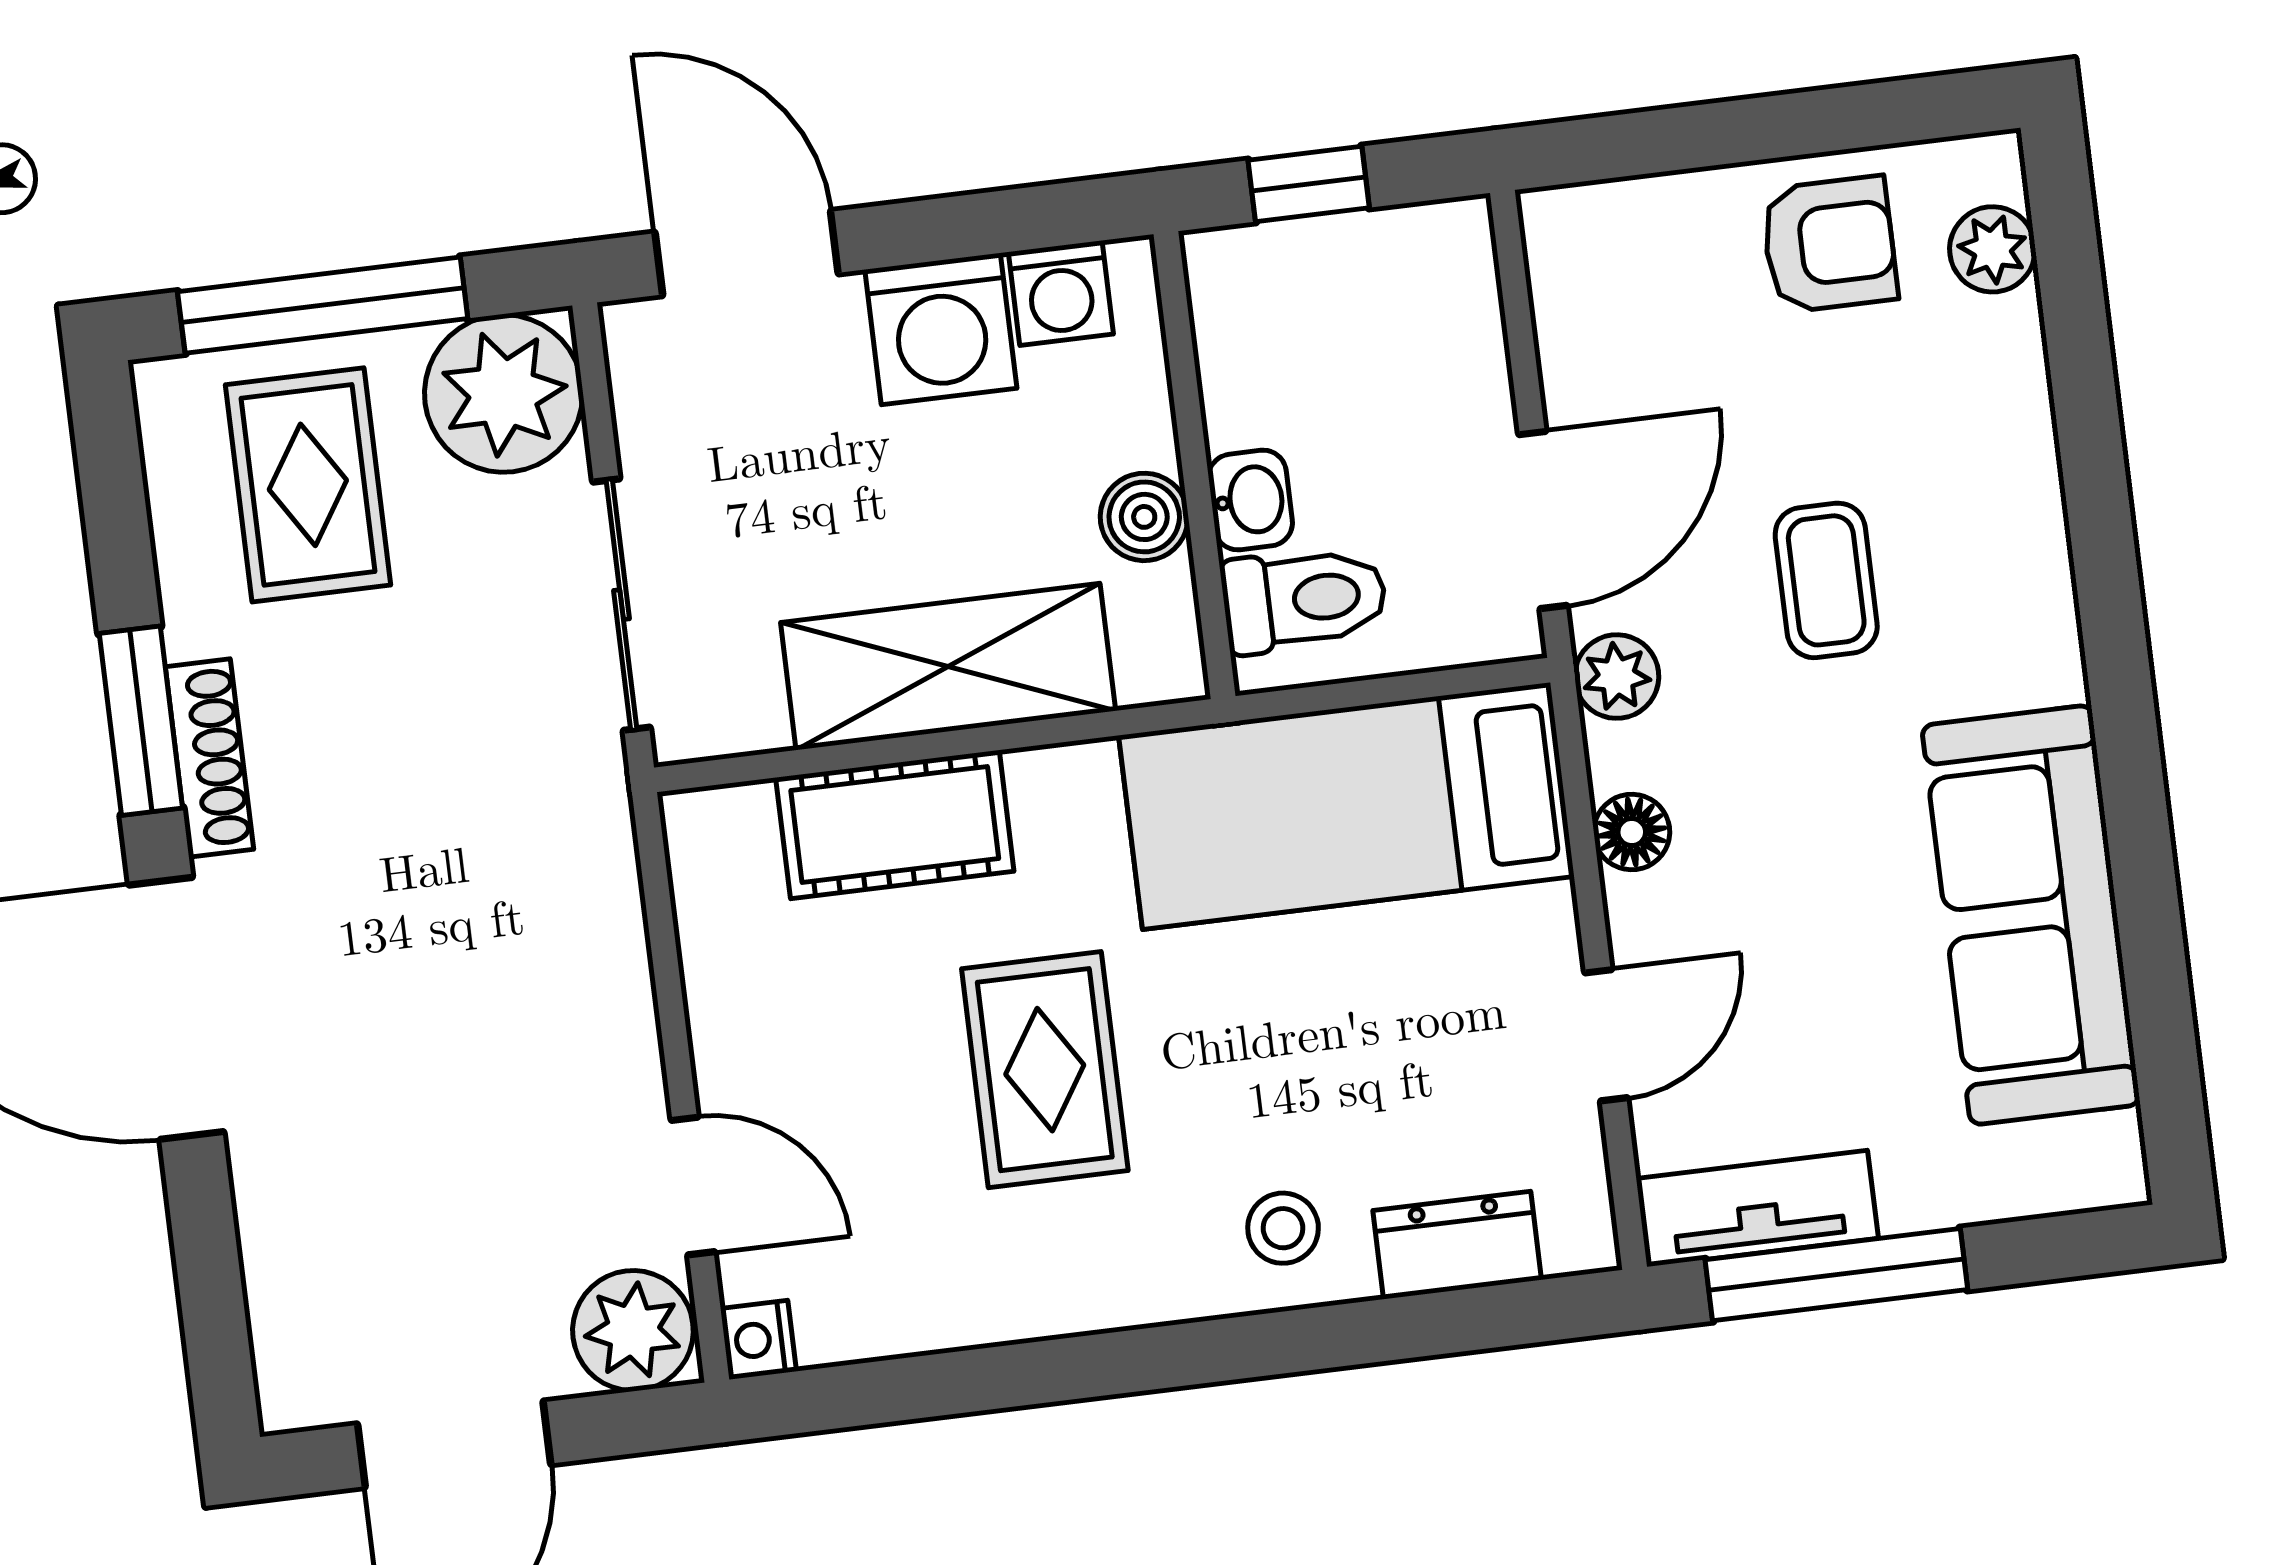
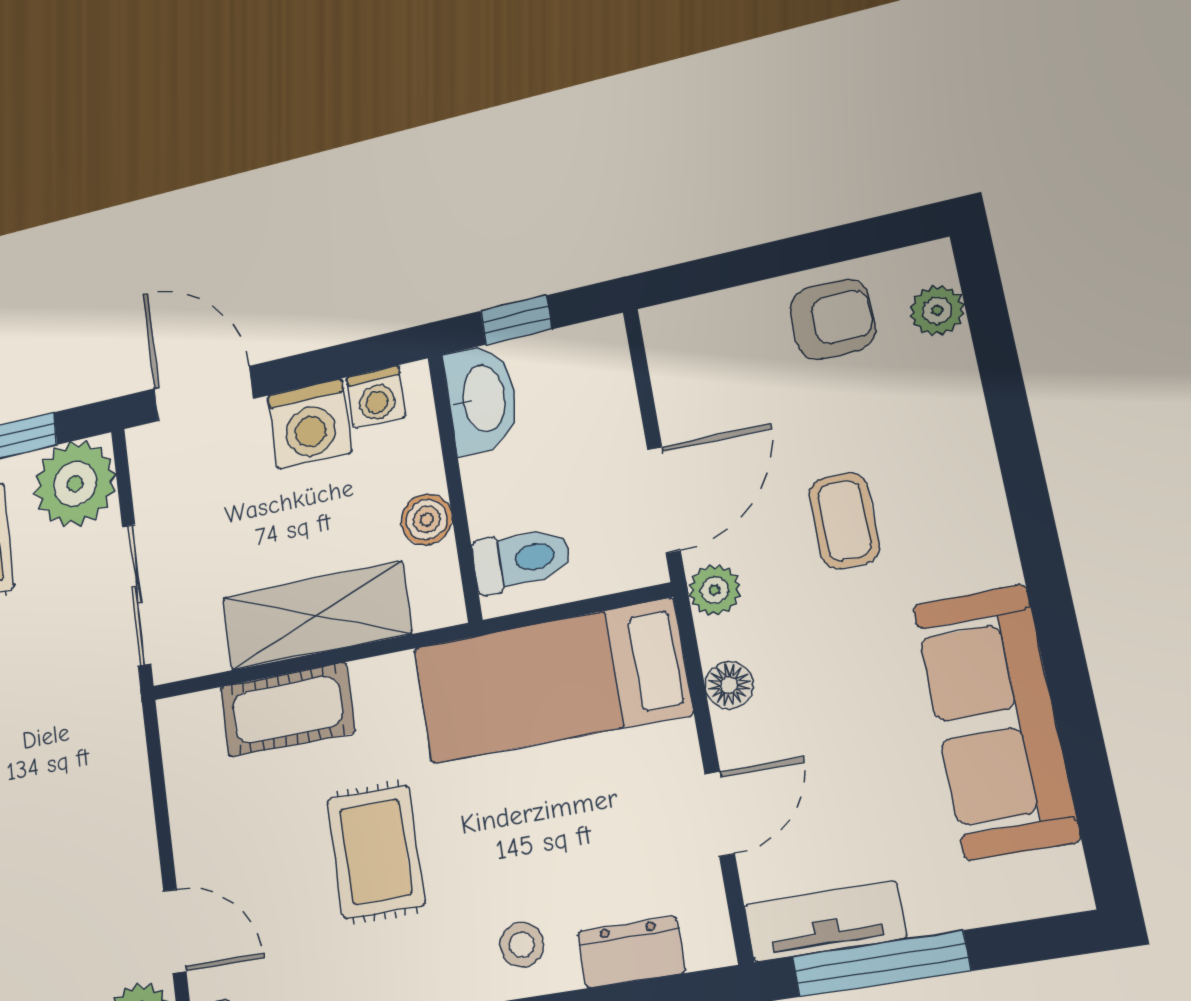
washbasin: (1250, 500) -> (482, 399), moved, width x1.91, depth x1.45

